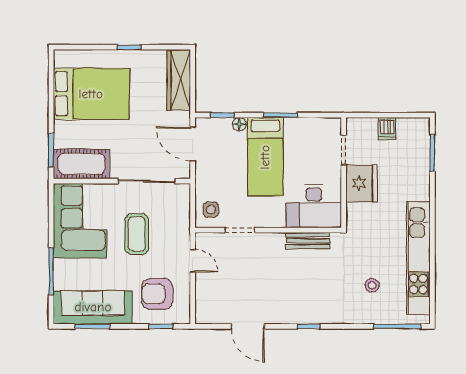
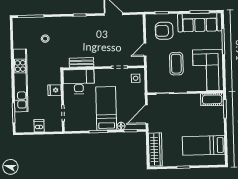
bed: (91, 94) -> (204, 145), width x0.67
door: (193, 144) -> (147, 114), swing flipped
cot: (81, 164) -> (212, 99), width x0.73, depth x0.75
fridge: (362, 183) -> (55, 90), width x0.53, depth x0.75
kitchen unit: (418, 258) -> (21, 80), moved
door: (193, 261) -> (145, 50), hinge flipped
armchair: (157, 294) -> (164, 31), turned 180

